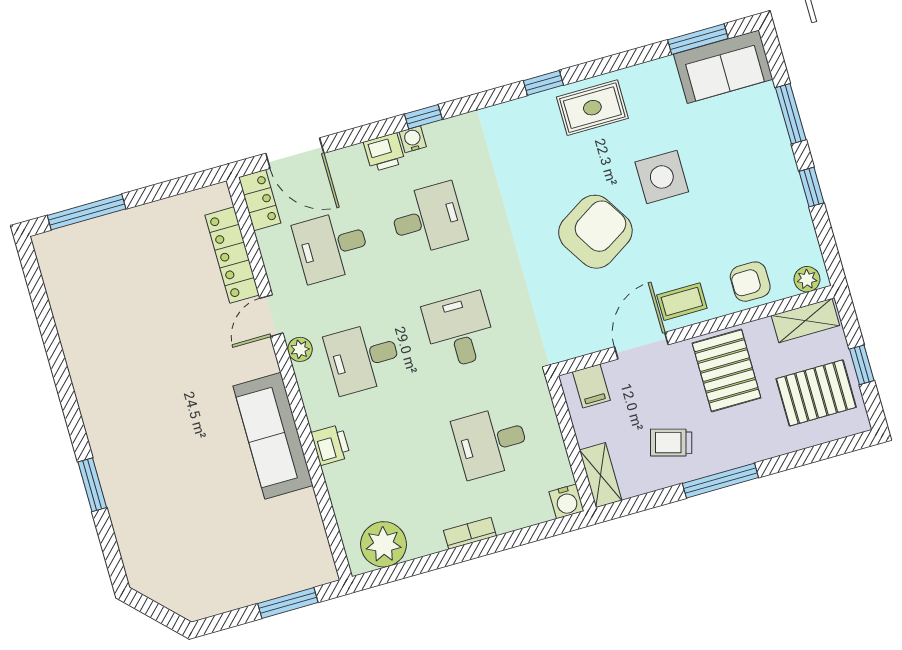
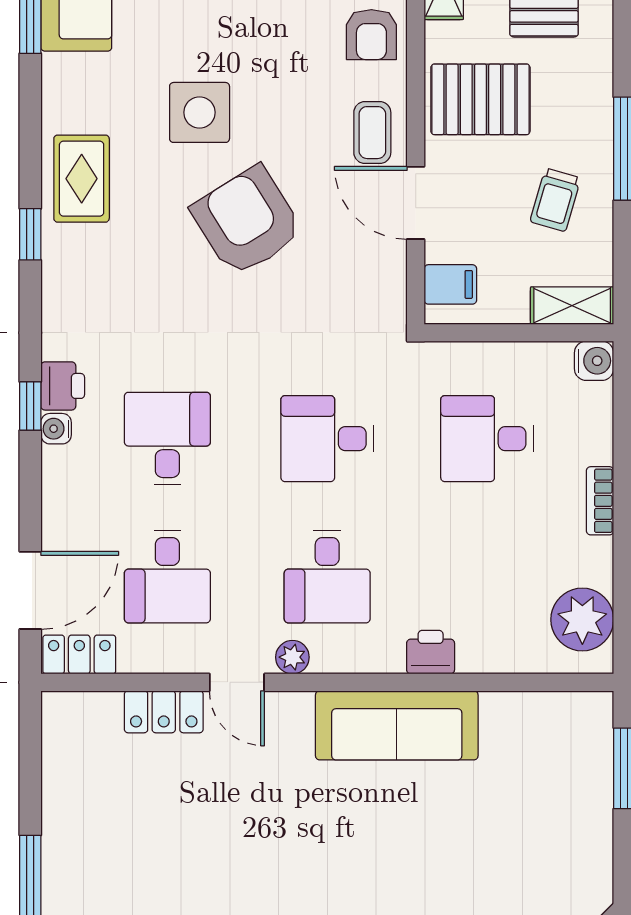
printer: (384, 152) -> (63, 386), moved
locker: (232, 255) -> (164, 712), width x0.66
desk: (491, 442) -> (487, 439), turned 90

